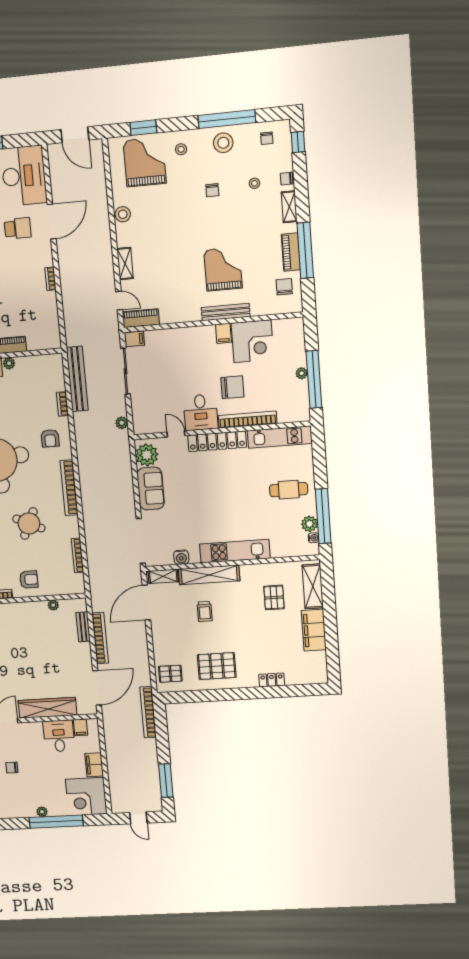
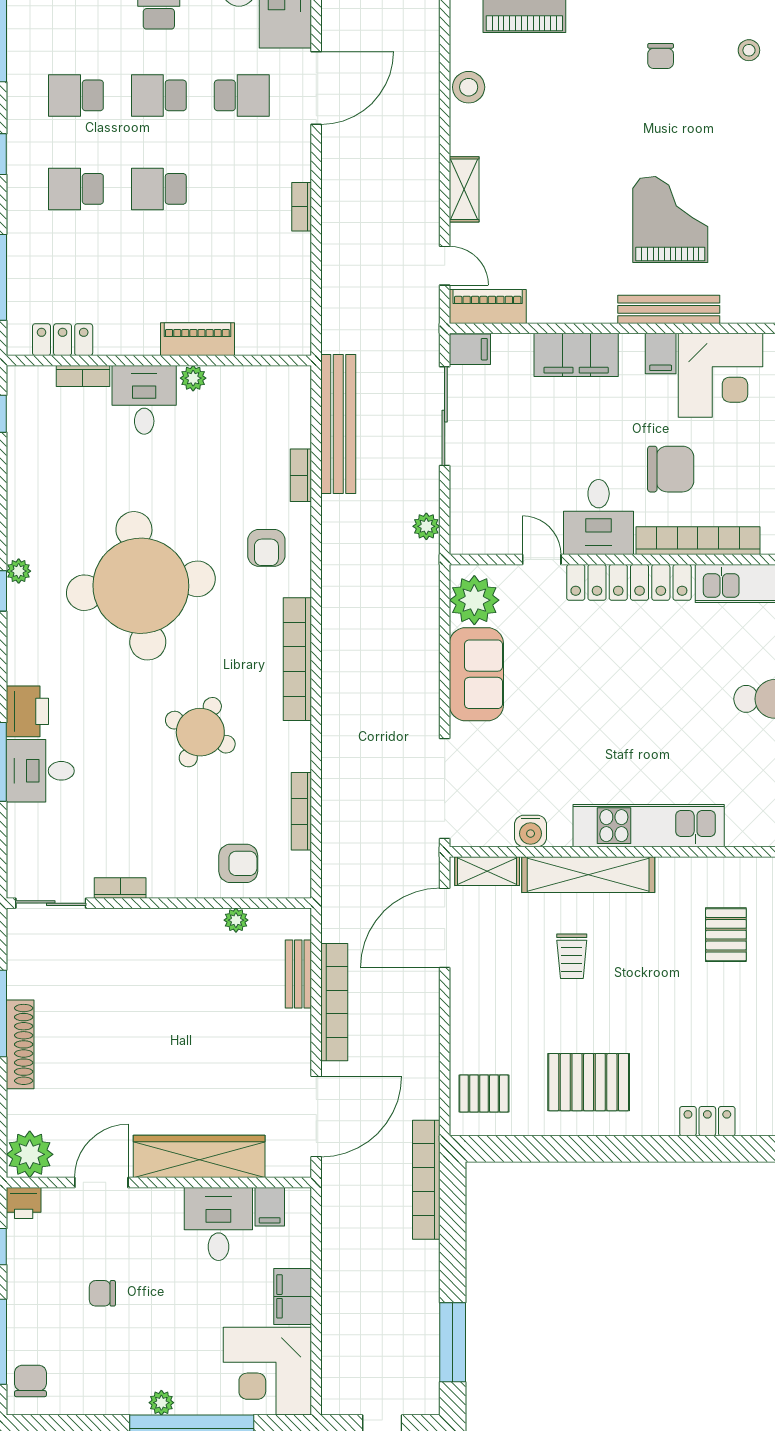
filing cabinet: (184, 337) -> (576, 355), added
armchair: (29, 580) -> (238, 863), moved

